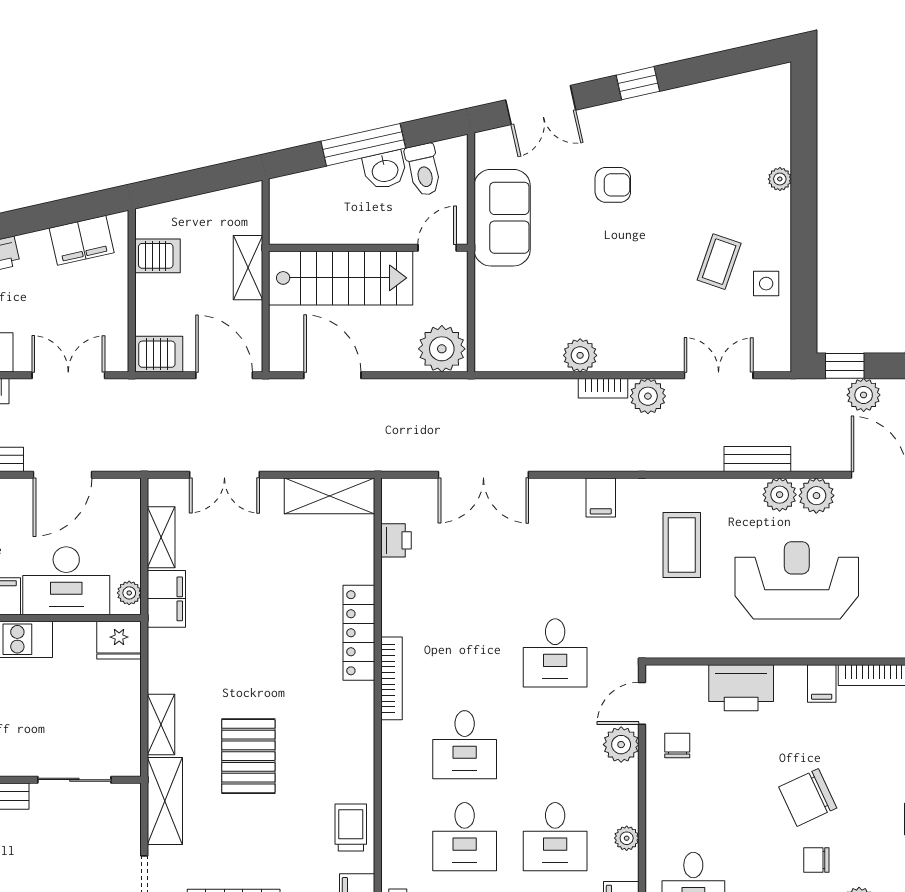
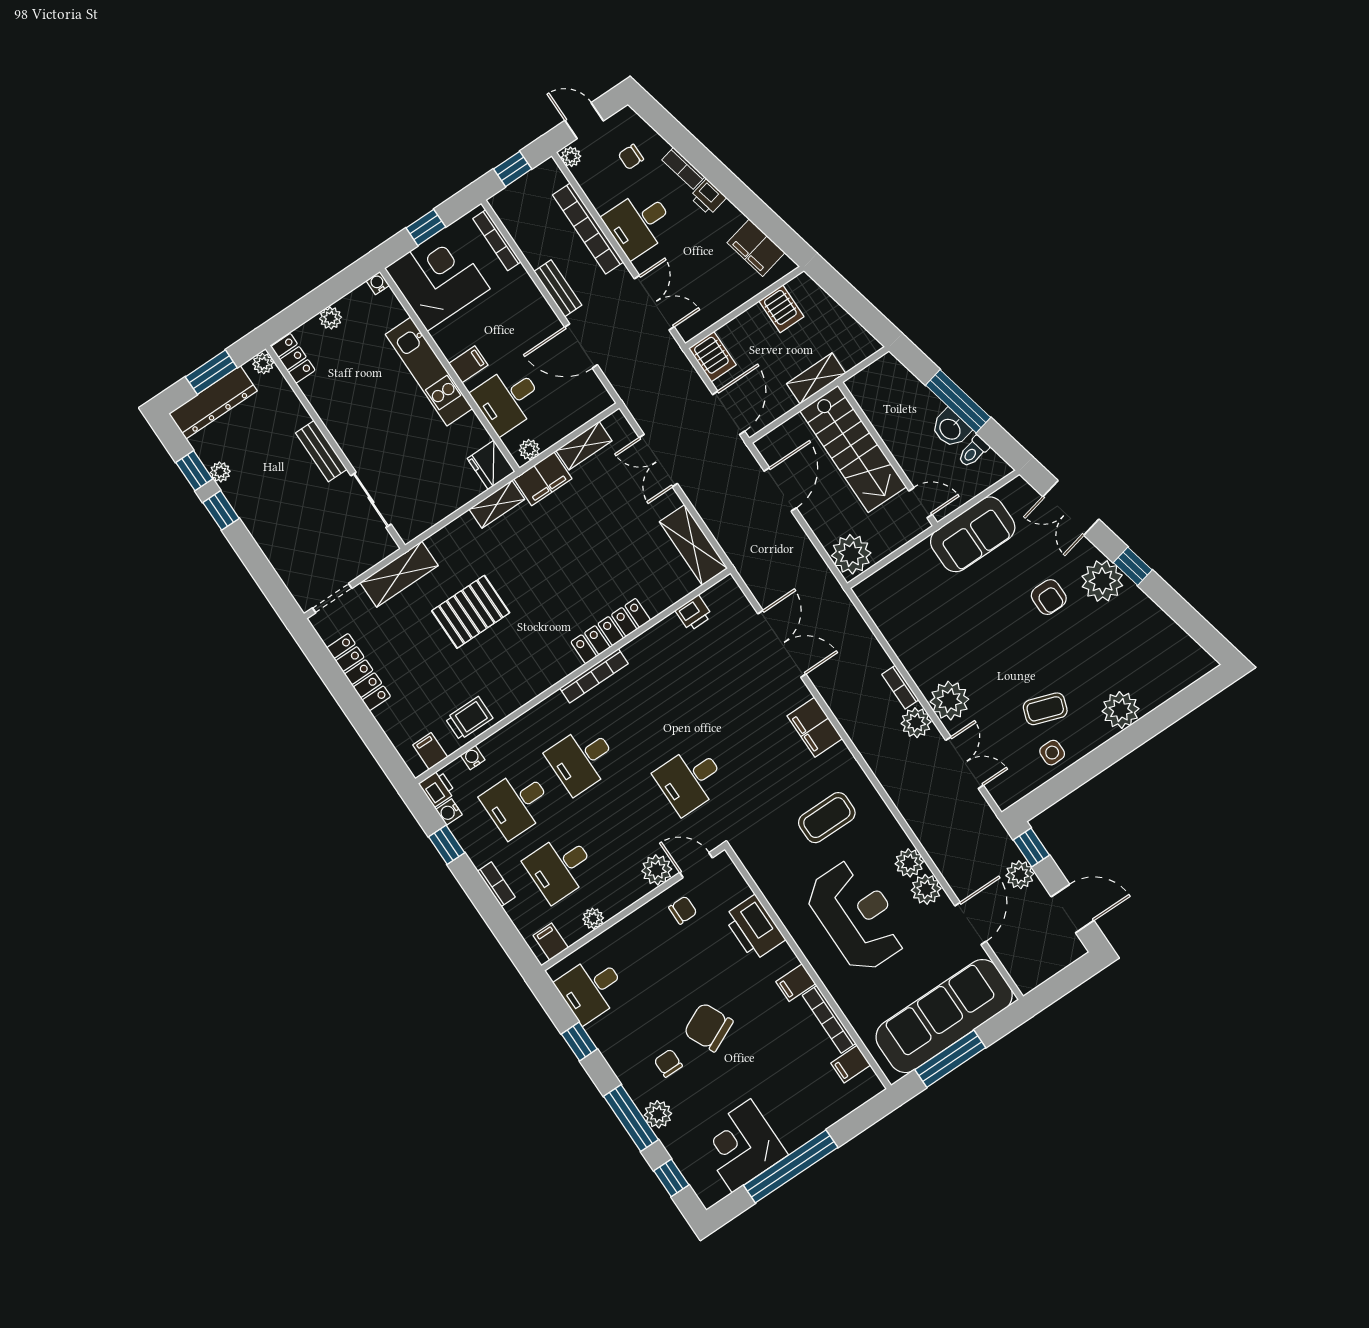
plant: (632, 122) -> (1102, 581), added
toilet: (424, 170) -> (973, 452), width x0.73, depth x0.72
plant: (780, 179) -> (1121, 710), width x1.87, depth x1.87
plant: (580, 355) -> (949, 701), moved, width x1.36, depth x1.36
bench: (757, 459) -> (924, 830), removed
double door: (483, 475) -> (782, 644), swing flipped
filing cabinet: (601, 498) -> (815, 727), width x2.00
desk: (66, 581) -> (508, 399), width x0.73
shelving: (161, 725) -> (497, 504), moved
water cooler: (391, 850) -> (473, 758), added

